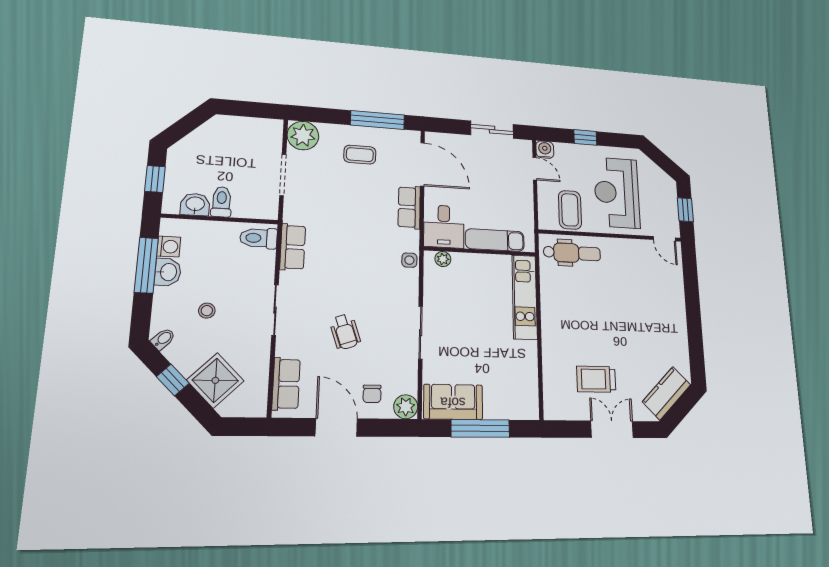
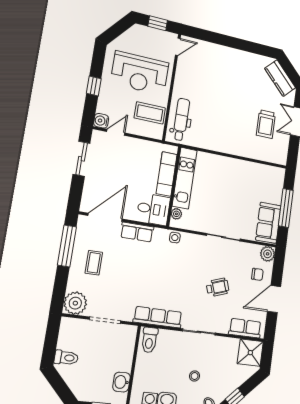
toilet: (221, 202) -> (66, 358), moved, turned 180
row of seats: (293, 247) -> (158, 317), width x1.48
kitchen unit: (525, 297) -> (185, 178), moved, turned -90
shower: (215, 380) -> (250, 353), moved, turned 45

